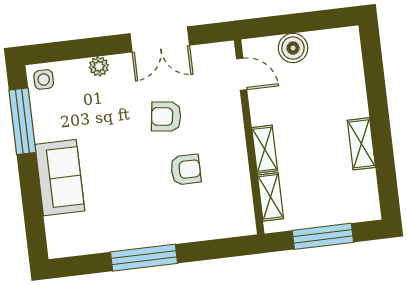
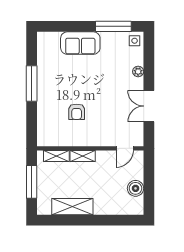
boiler: (293, 48) -> (136, 188), moved
armchair: (166, 117) -> (107, 105), removed
shelving: (361, 144) -> (72, 207), width x1.50, depth x1.33

